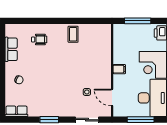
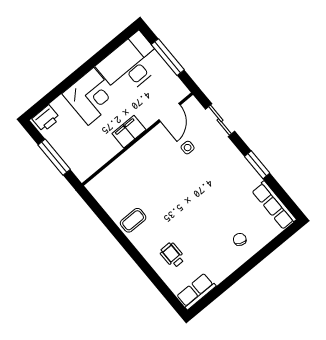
row of seats: (11, 49) -> (196, 291), moved
filing cabinet: (119, 69) -> (129, 132), width x2.00
row of seats: (16, 111) -> (274, 205), width x1.48

